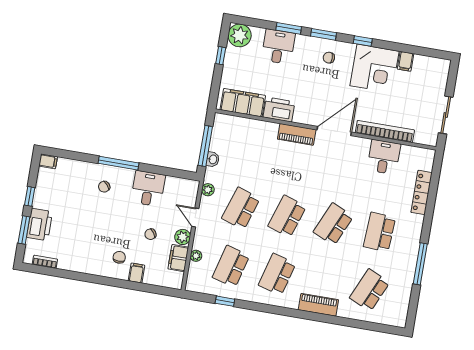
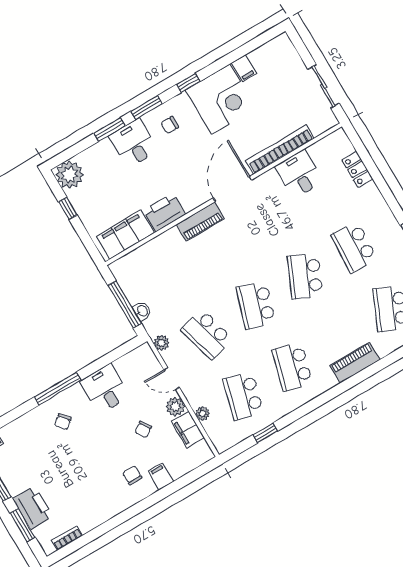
desk: (278, 47) -> (134, 143), moved
locker: (421, 192) -> (357, 170), width x0.66
school desk: (241, 208) -> (207, 334), turned -33

